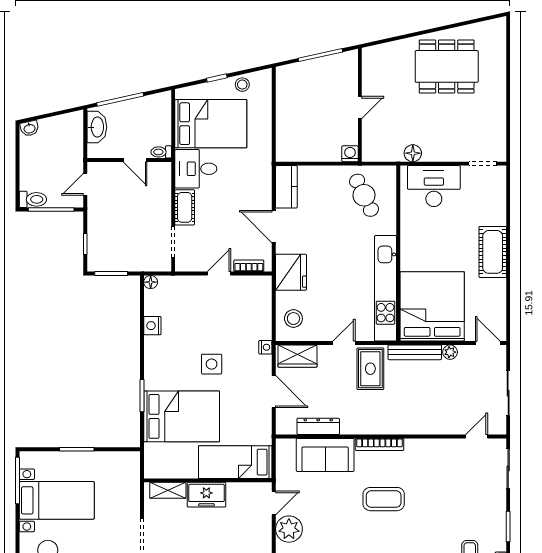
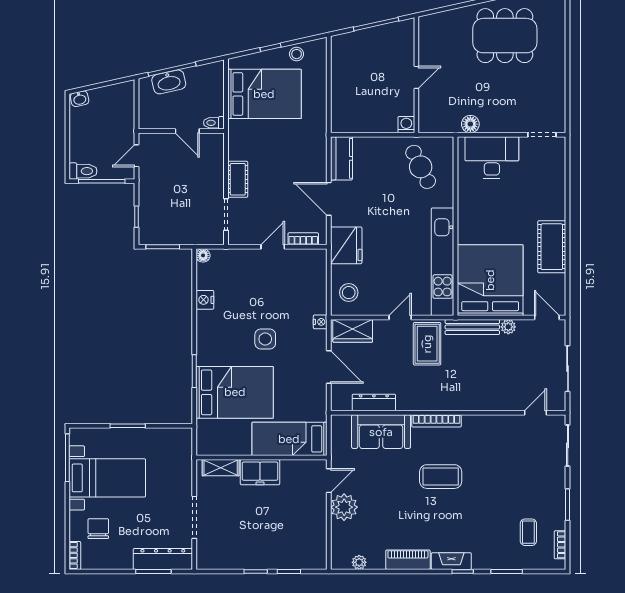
washbasin: (97, 127) -> (169, 82), moved, turned 78
desk: (196, 169) -> (249, 140), removed
cot: (493, 252) -> (552, 247), moved

